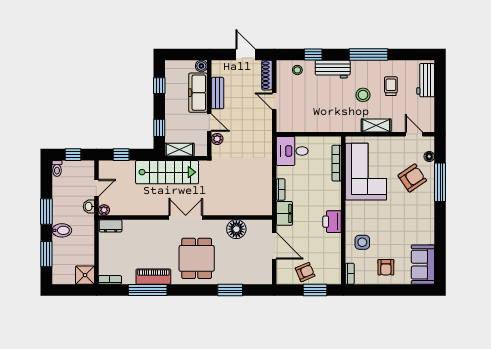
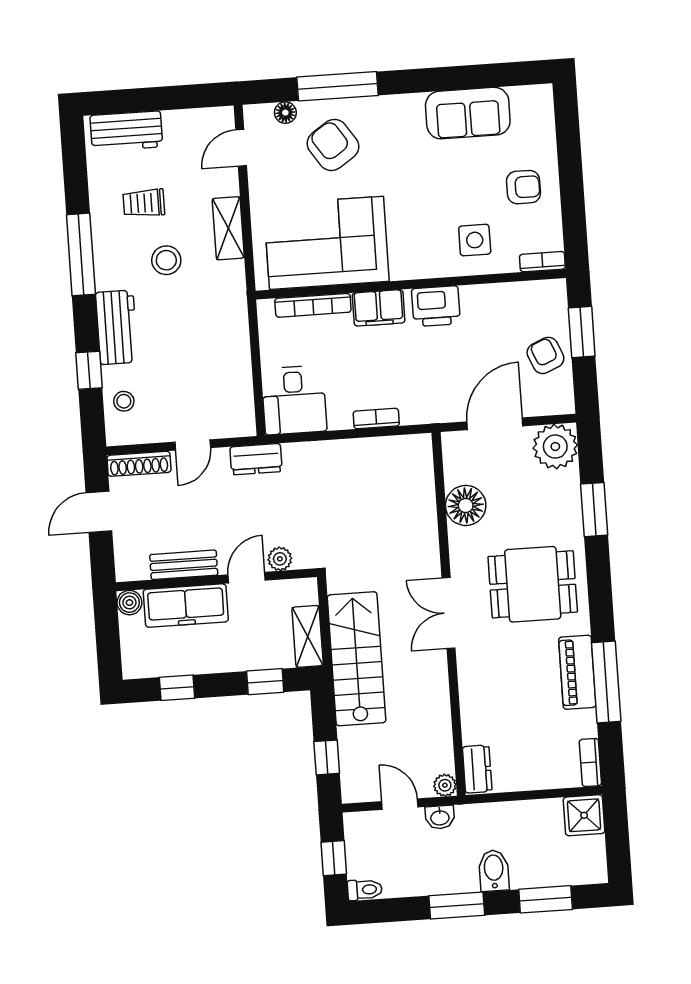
dresser: (265, 131) -> (256, 459), added
filing cabinet: (284, 213) -> (379, 308), moved, turned 180
sofa: (423, 265) -> (468, 113), moved
plant: (261, 274) -> (555, 447), added

